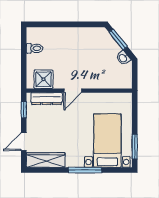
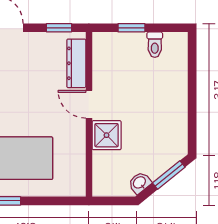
window: (24, 63) -> (131, 28), added
shower: (44, 79) -> (107, 135), moved

